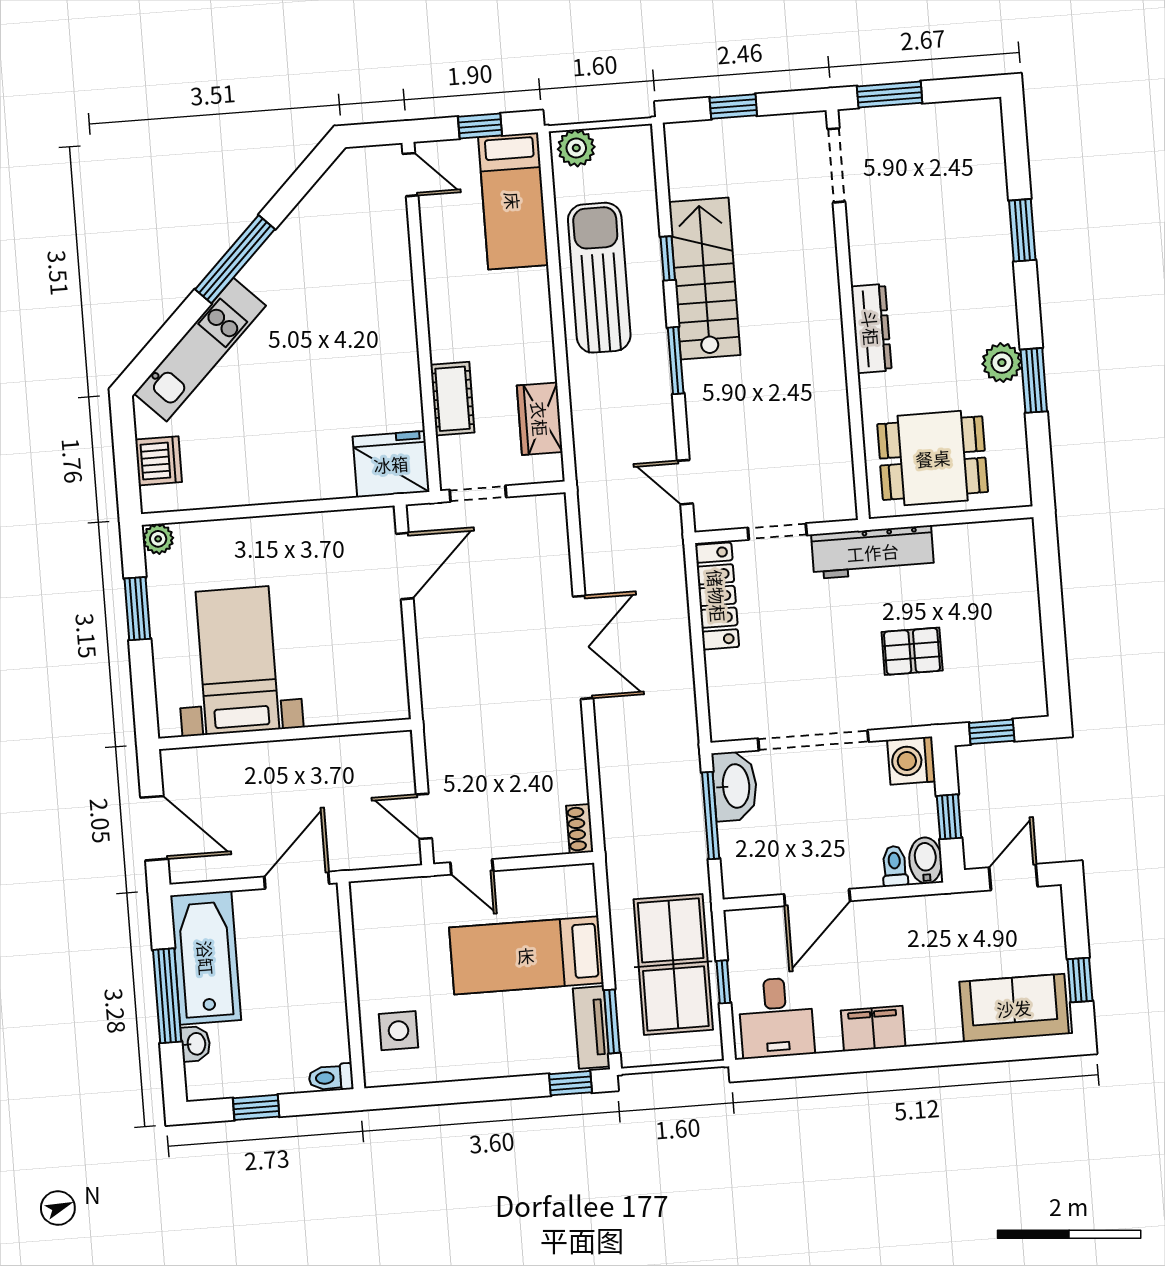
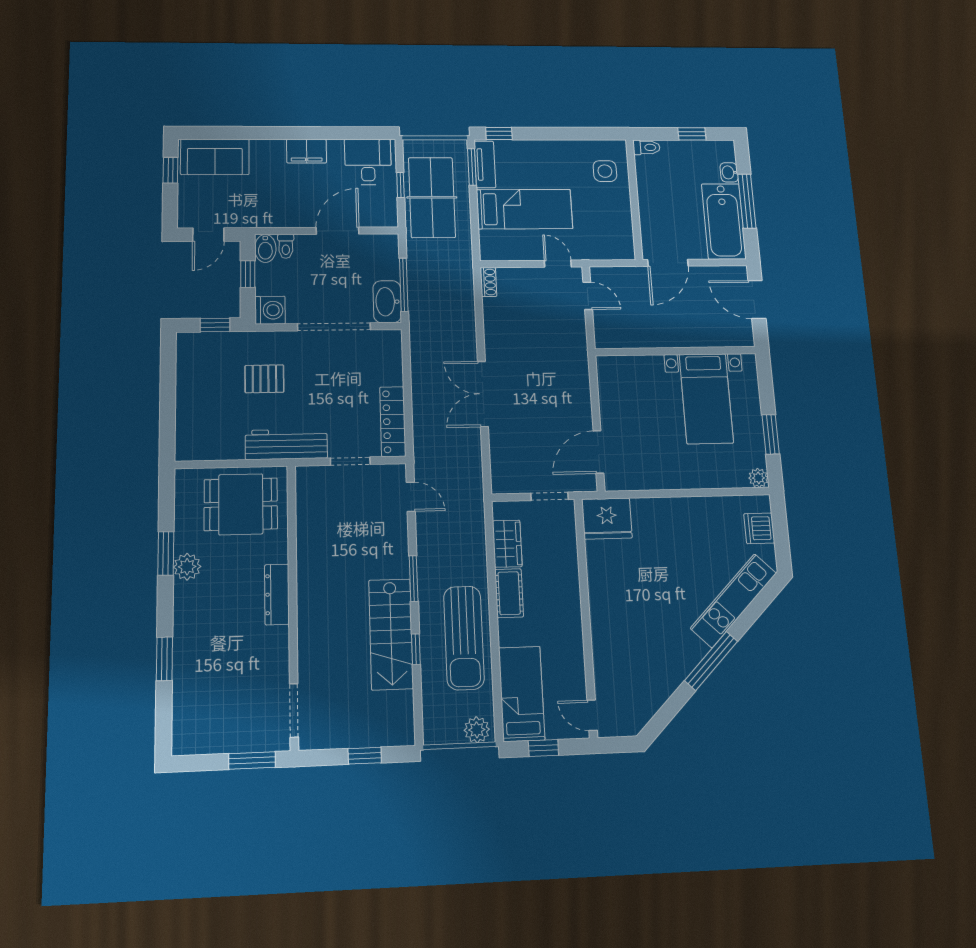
cot: (452, 399) -> (509, 593), moved

